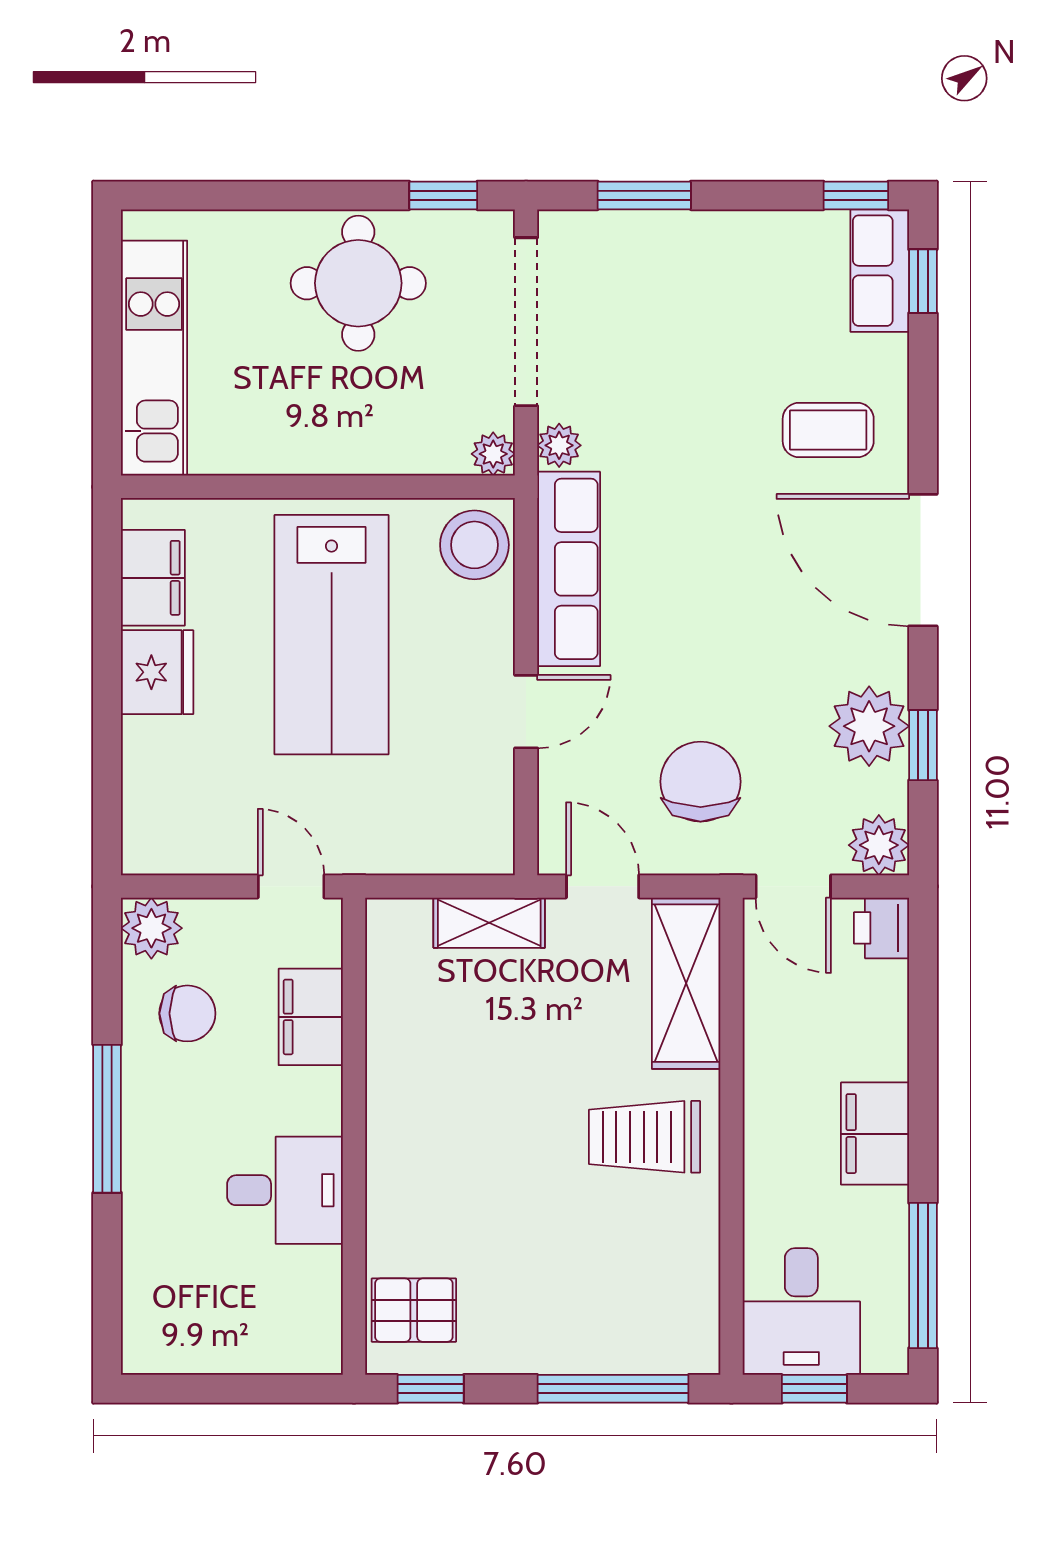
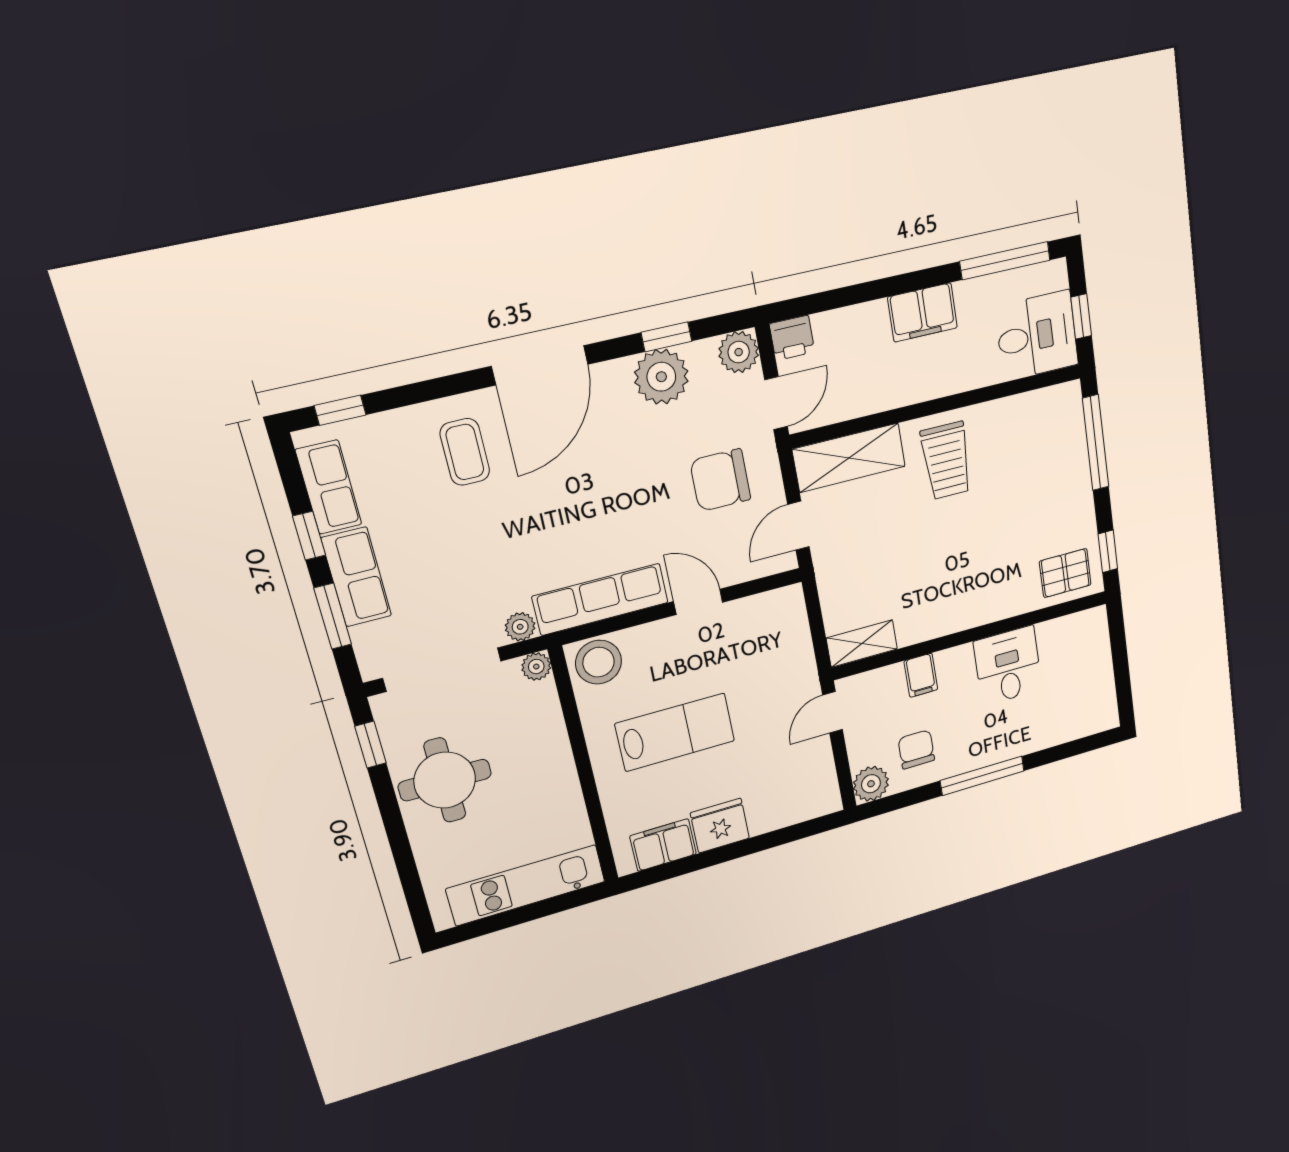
window: (856, 195) -> (309, 536), moved
row of seats: (691, 241) -> (356, 577), added
row of seats: (880, 271) -> (329, 487), moved, turned -90
lab bench: (332, 635) -> (675, 732), width x0.73, depth x0.72
shelving: (489, 923) -> (862, 644), moved, turned 90
filing cabinet: (311, 1017) -> (921, 675), width x0.50
pallet: (414, 1310) -> (1065, 573), turned 90

